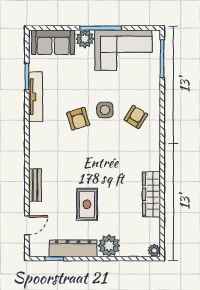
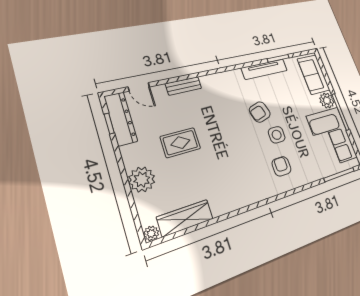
armchair: (136, 117) -> (281, 166), turned -122
wardrobe: (151, 194) -> (185, 218), moved
dresser: (73, 248) -> (121, 119), moved

